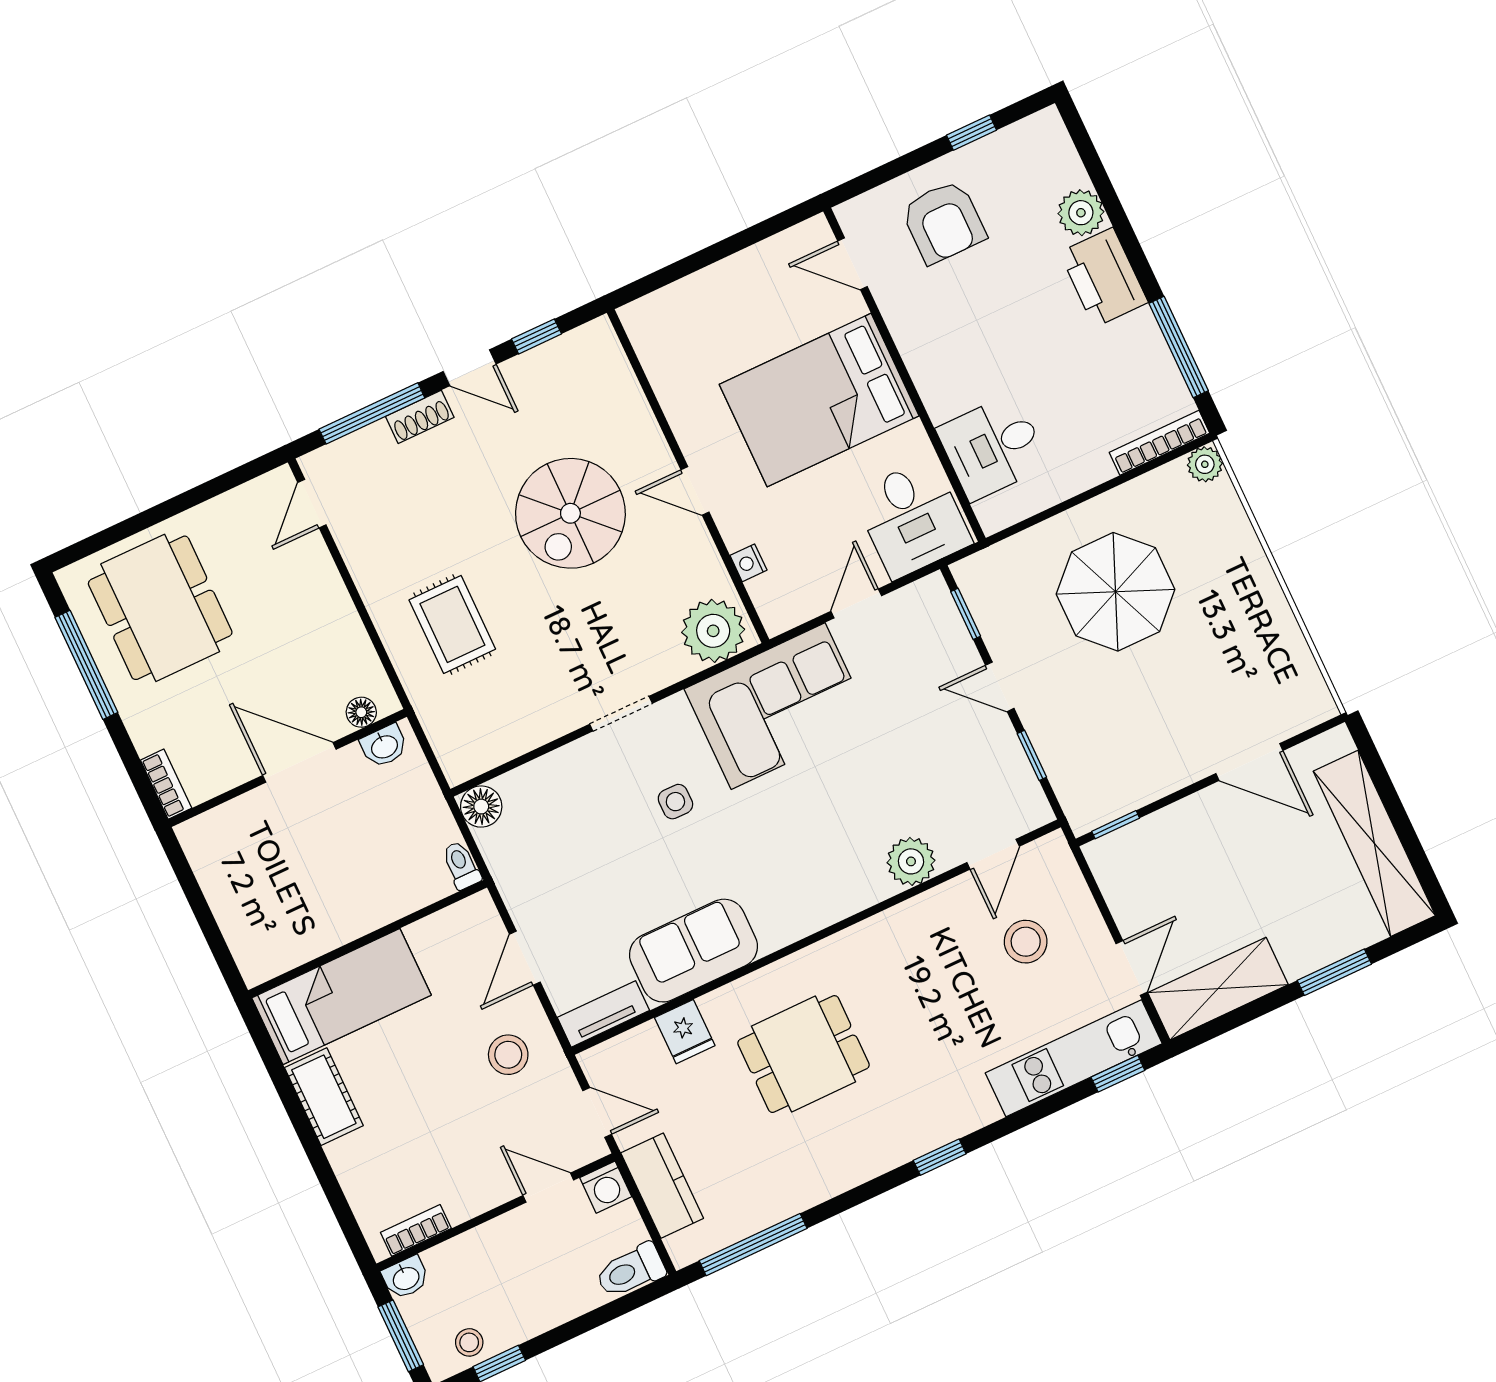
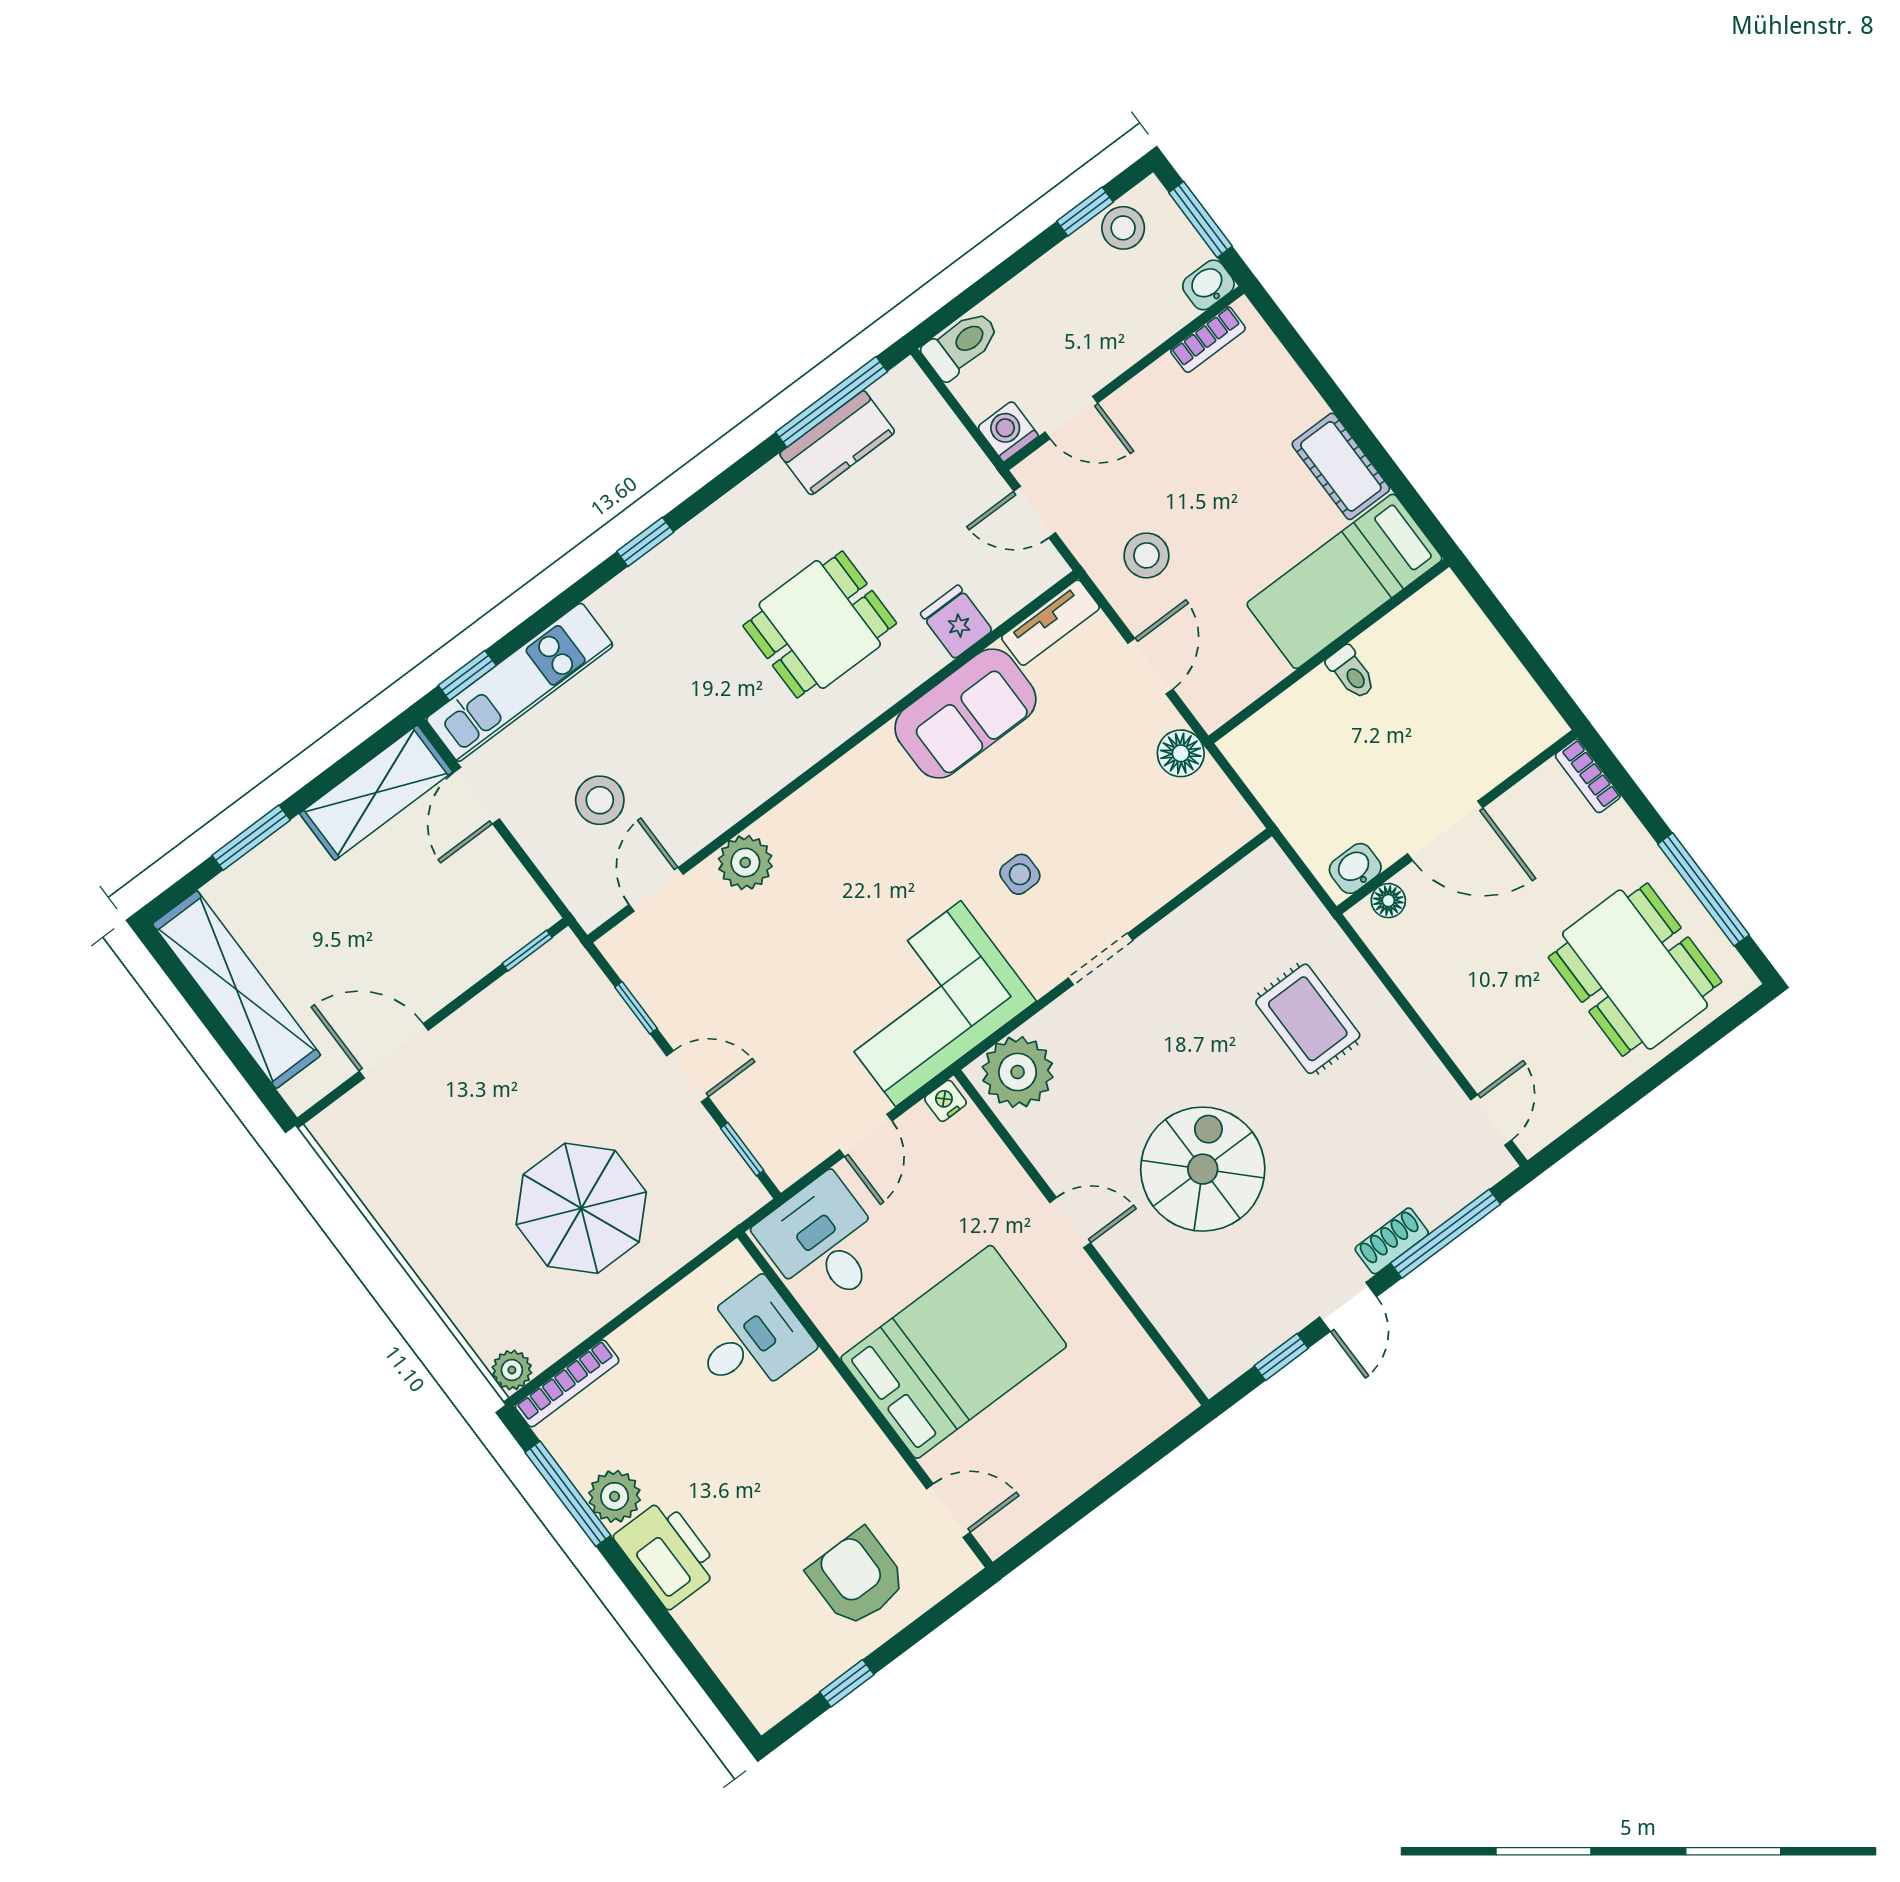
plant: (1081, 213) -> (615, 1496), moved
door: (470, 368) -> (1348, 1307), swing flipped
nightstand: (748, 563) -> (945, 1101), moved, turned -90
floor lamp: (481, 807) -> (1181, 753), moved
toilet: (461, 865) -> (1351, 673), moved
kitchen counter: (662, 1186) -> (837, 443), moved, turned -90
stool: (469, 1342) -> (1123, 228), width x1.37, depth x1.37

